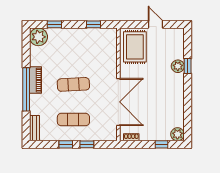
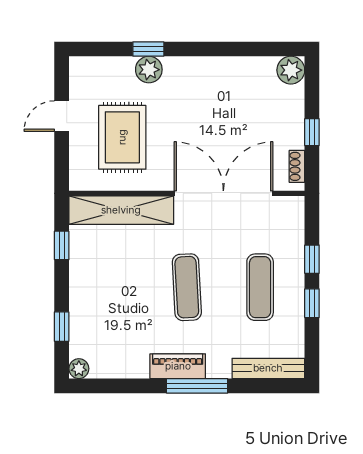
plant: (38, 37) -> (79, 369), width x0.53, depth x0.53
rug: (135, 47) -> (122, 137), moved, turned 90
shelving: (110, 53) -> (121, 210), added
window: (26, 89) -> (197, 386), width x0.68
bench: (34, 128) -> (268, 368), width x1.36
window: (162, 144) -> (312, 132), moved

